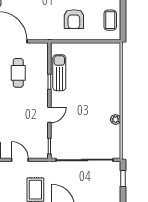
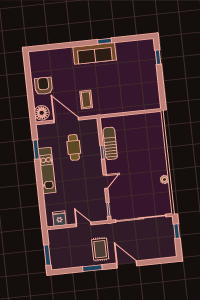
armchair: (74, 19) -> (118, 95), removed
coffee table: (110, 20) -> (86, 100), moved

